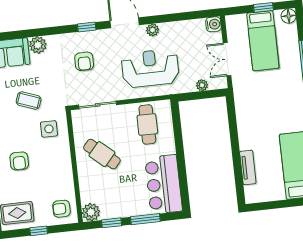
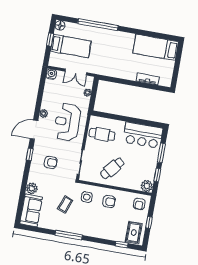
armchair: (19, 161) -> (109, 202), moved

